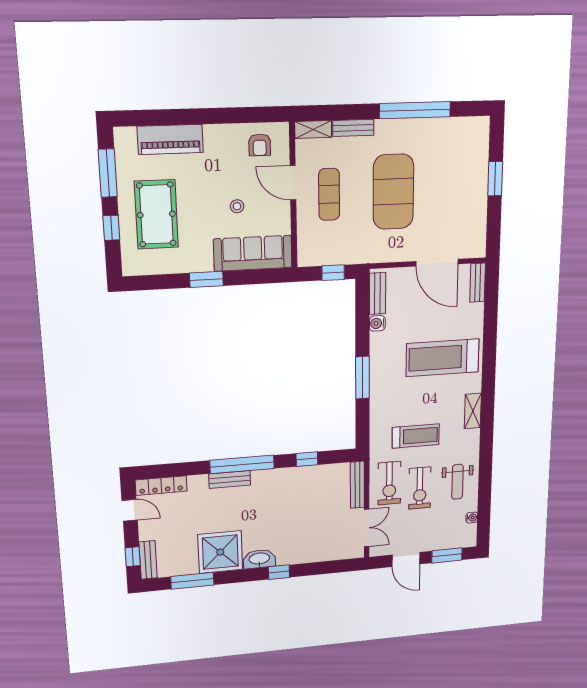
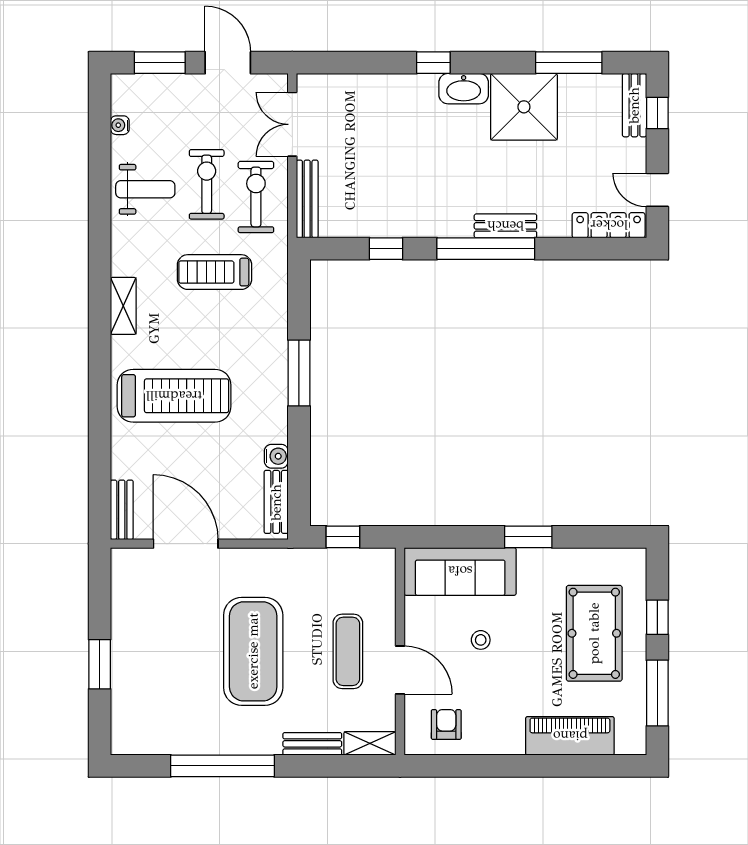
weight bench: (457, 482) -> (145, 189), turned 90

